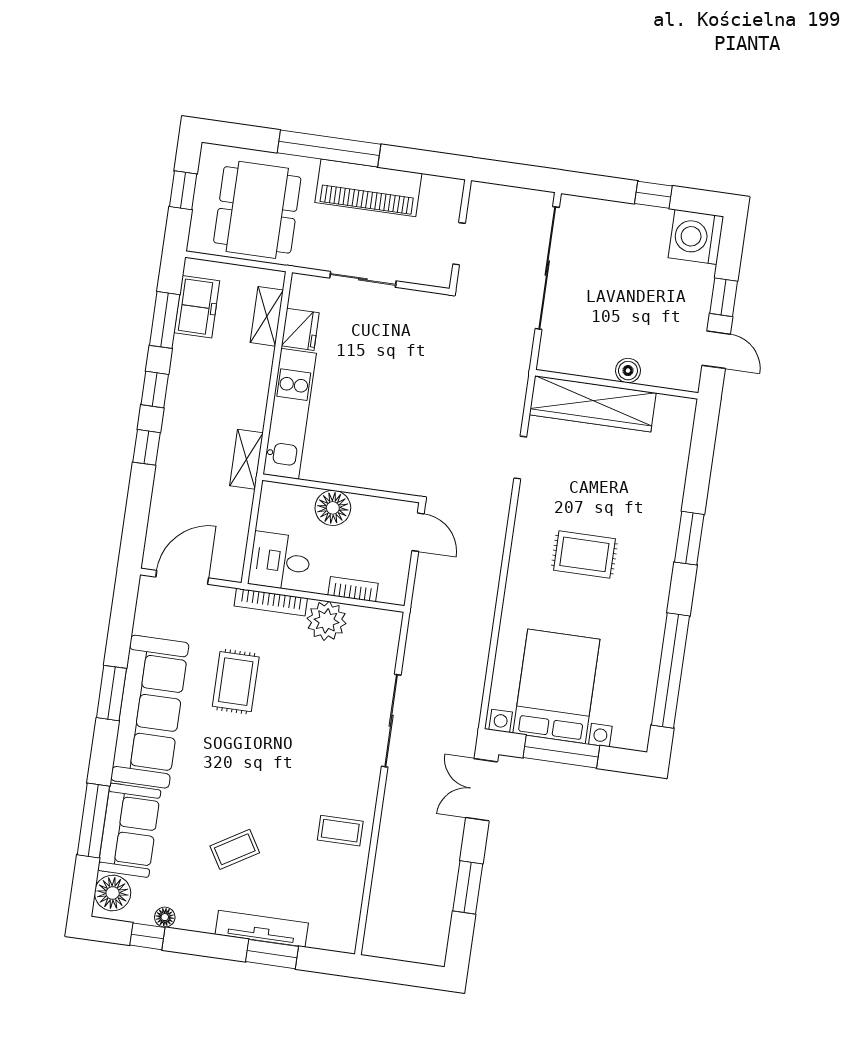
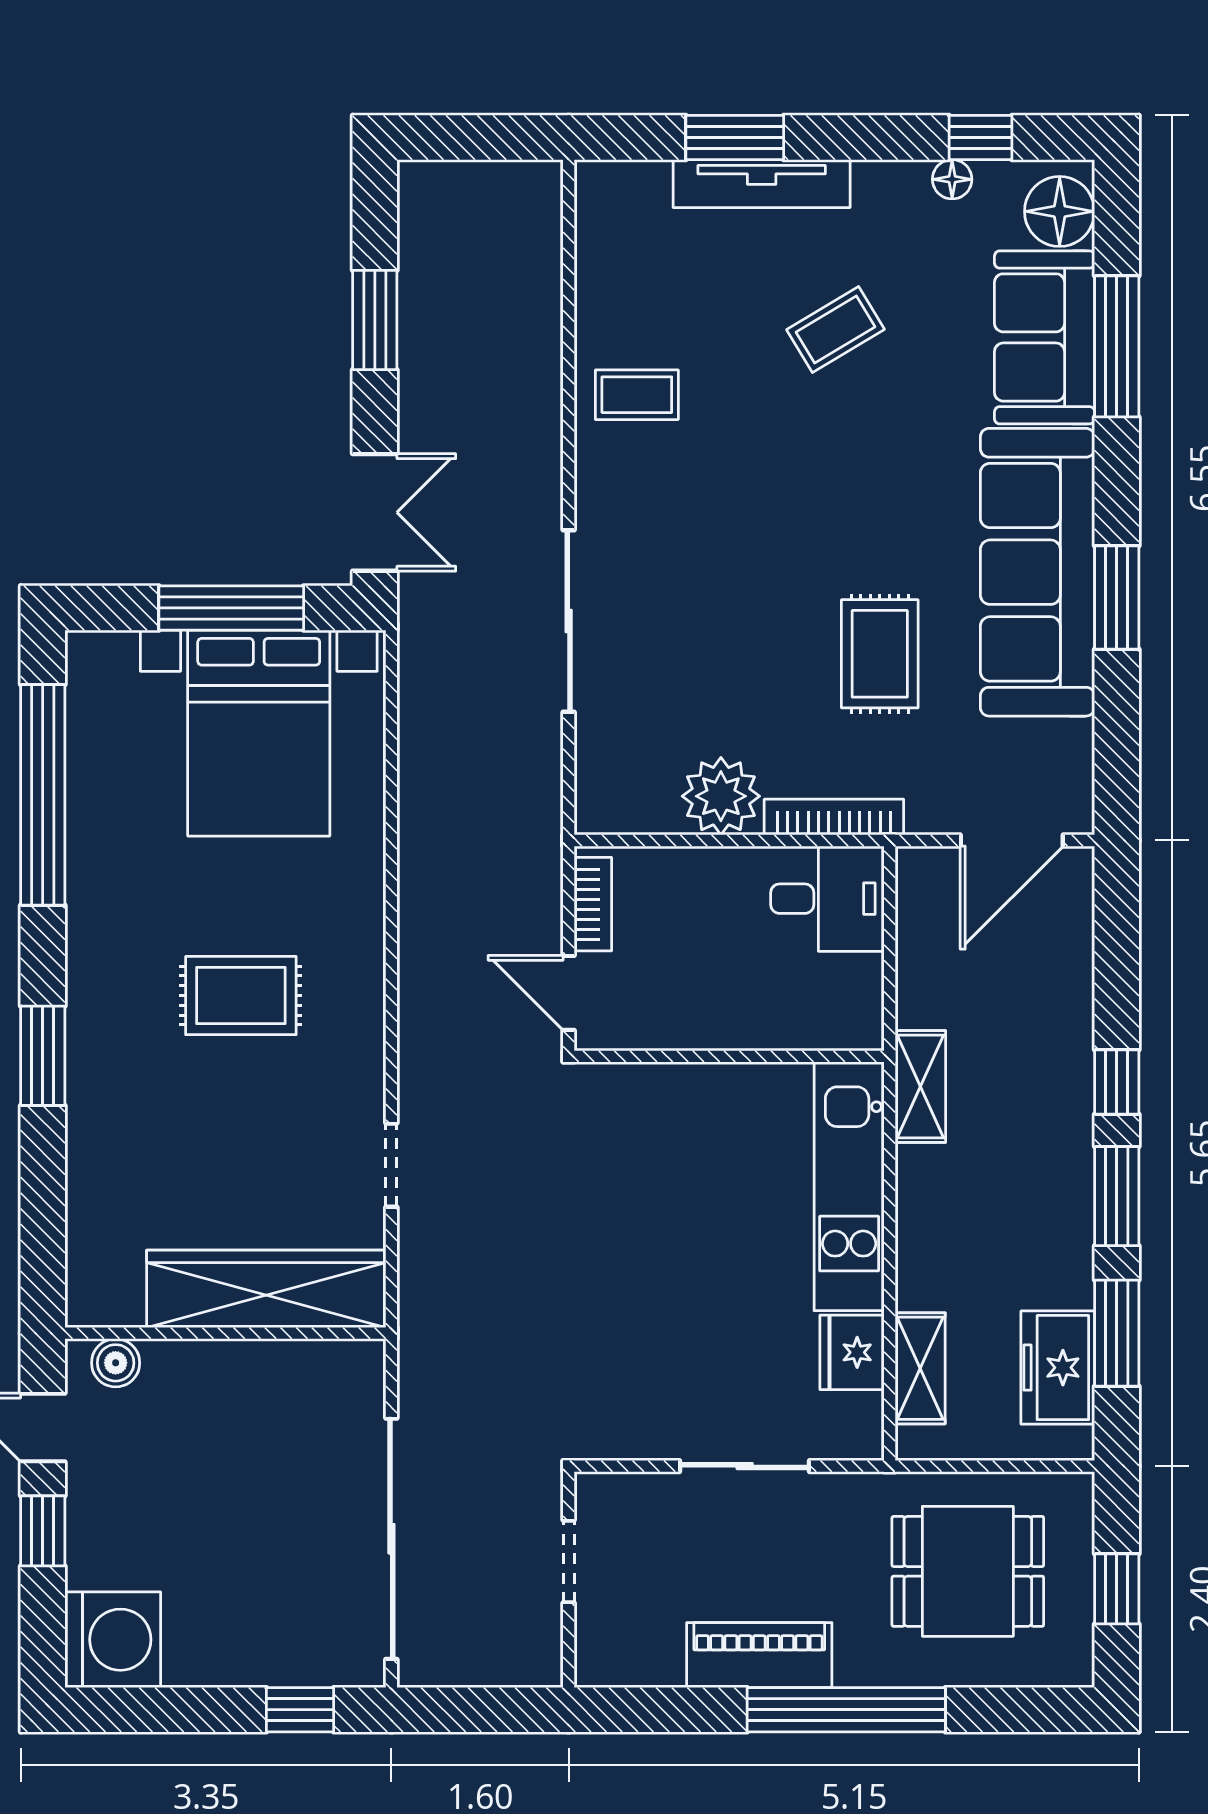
piano: (368, 188) -> (759, 1655), width x0.73, depth x0.75
window: (653, 195) -> (300, 1710), moved
dining table: (257, 210) -> (968, 1571), width x0.73
boiler: (628, 371) -> (116, 1363), moved
window: (155, 389) -> (1117, 1196), width x1.50
floor lamp: (333, 508) -> (740, 1016), removed
bookcase: (353, 589) -> (593, 904), moved, turned -90

